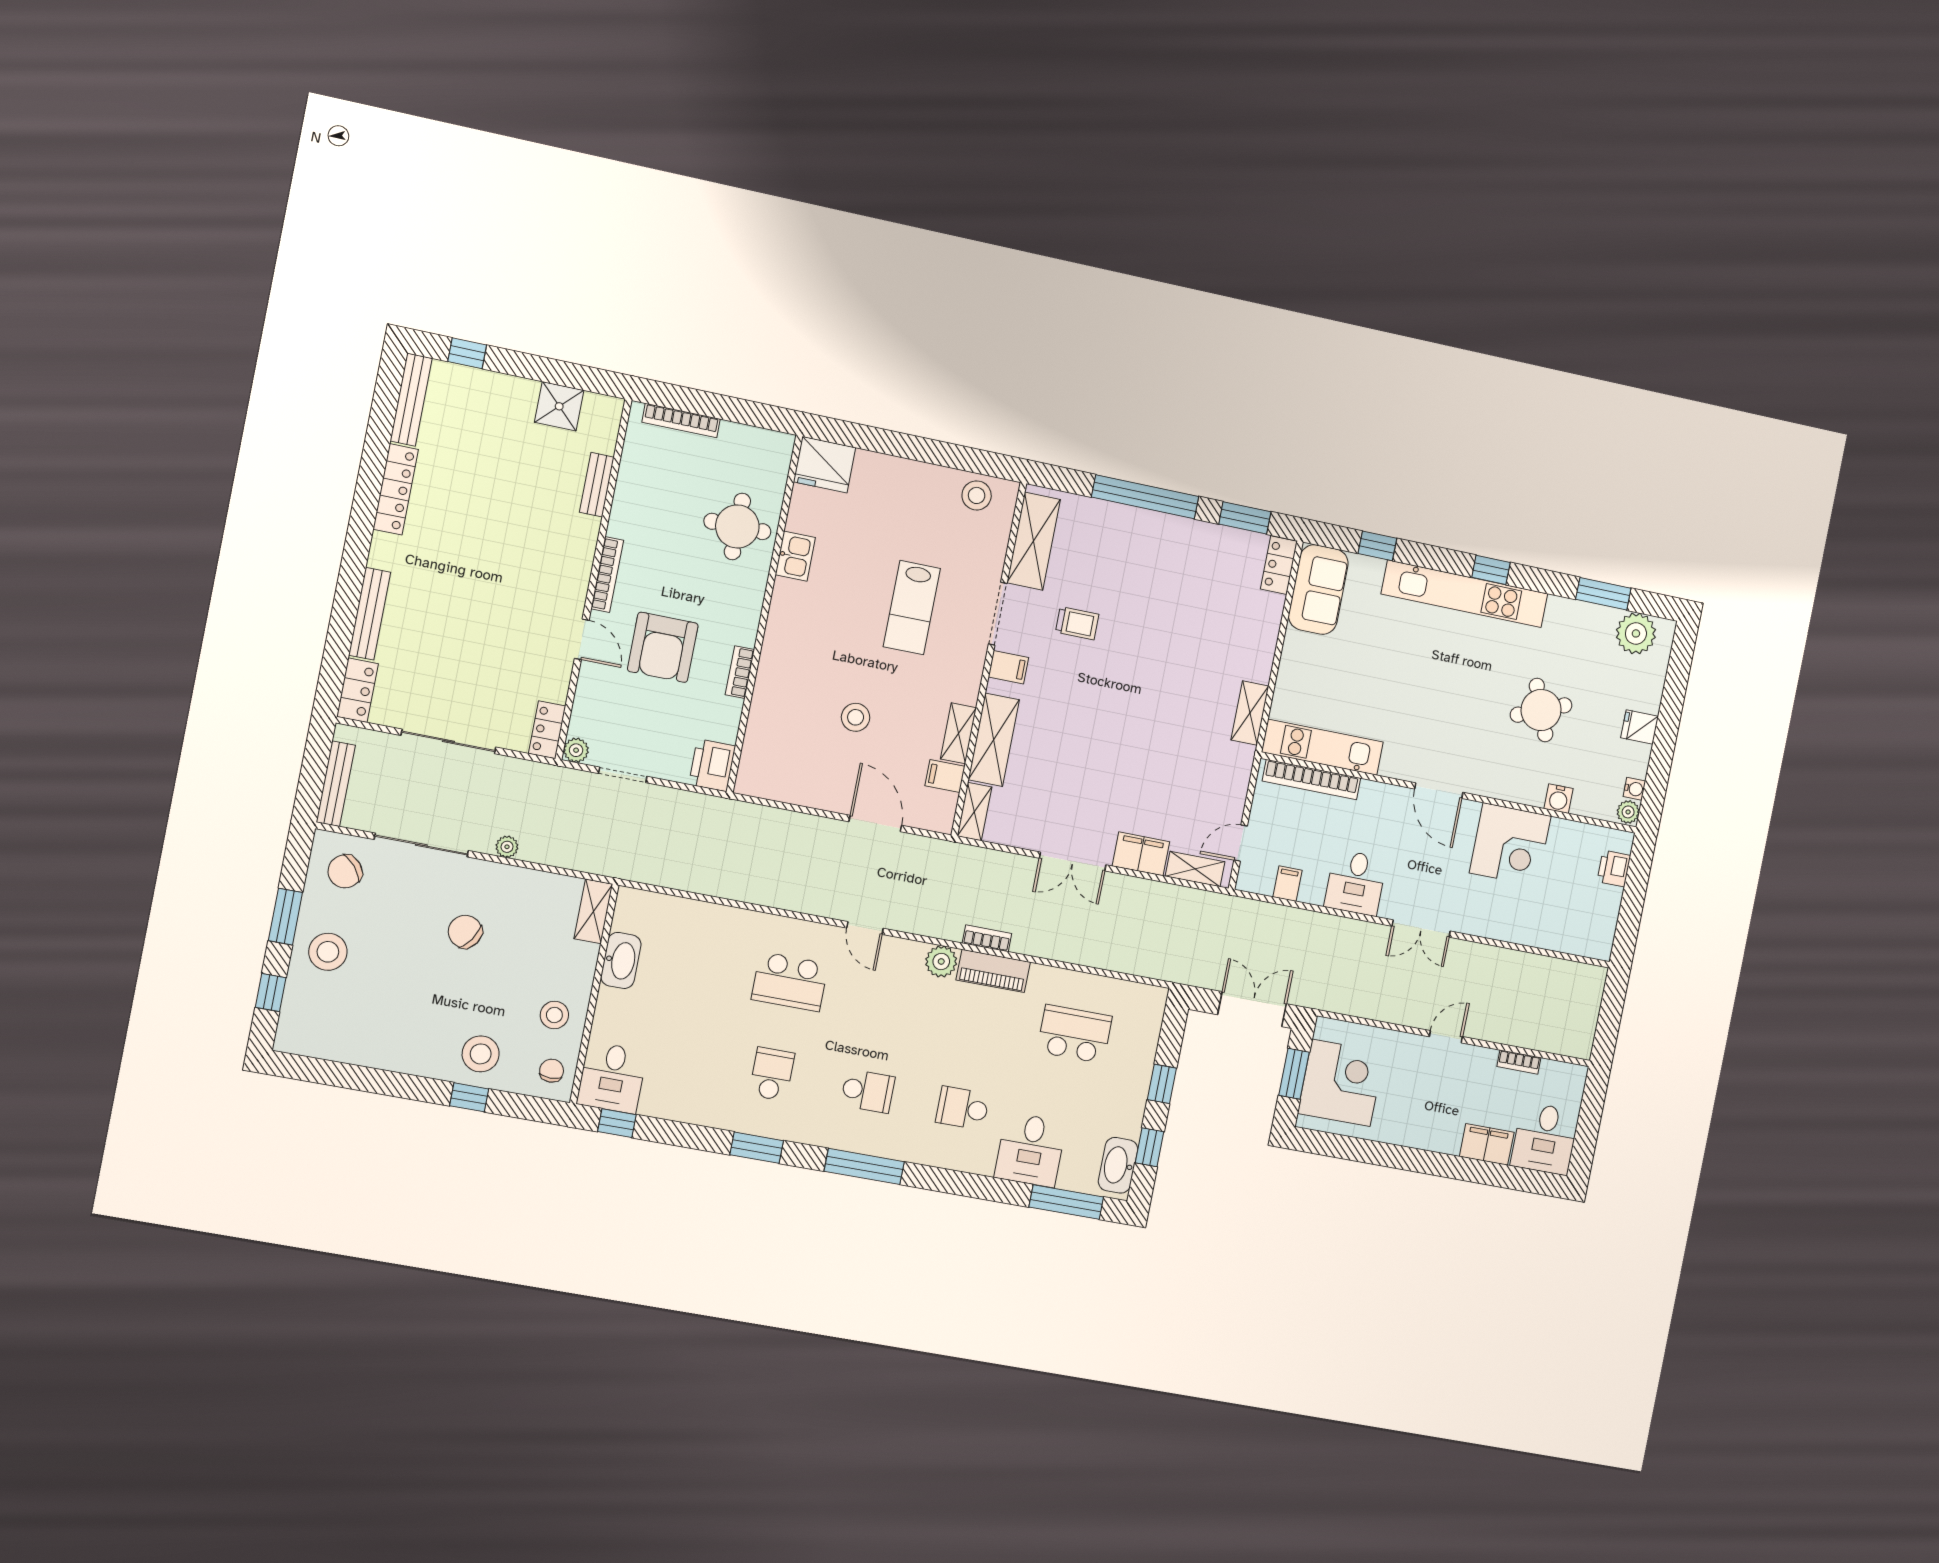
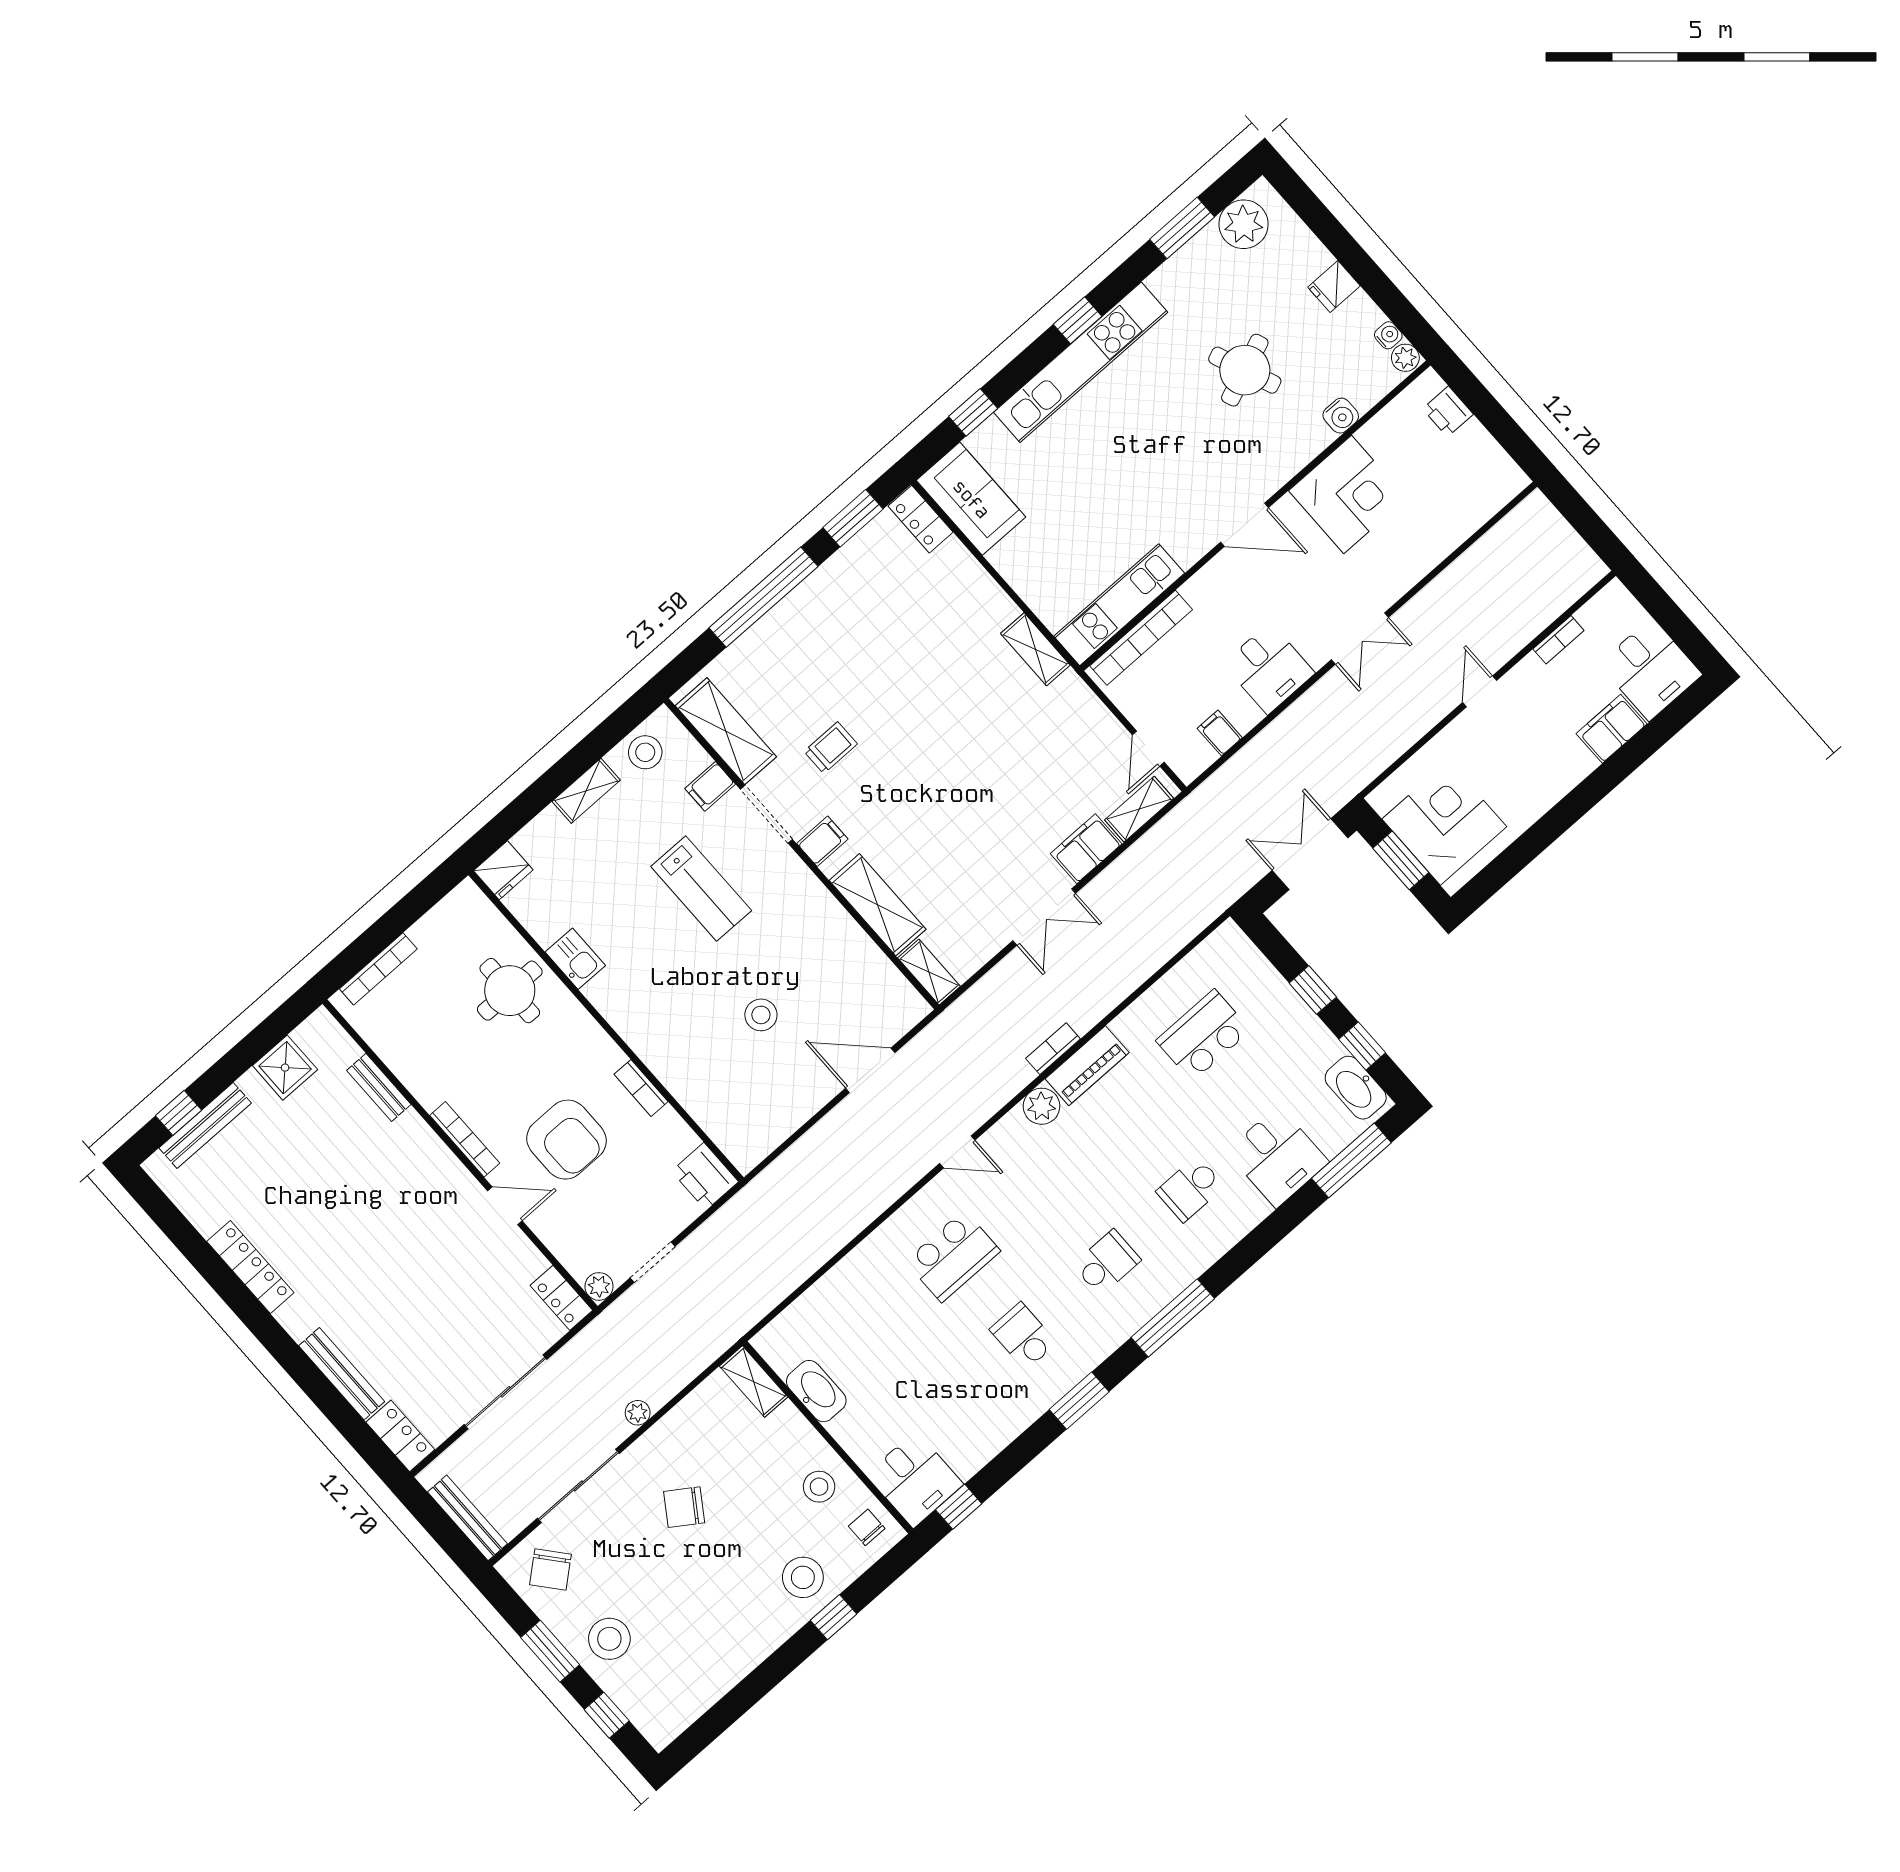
bench: (411, 400) -> (205, 1126), moved, turned 90
fridge: (824, 465) -> (503, 870), width x0.73, depth x0.75
shelving: (958, 733) -> (586, 791), moved, turned 90
filing cabinet: (945, 776) -> (710, 786), moved

